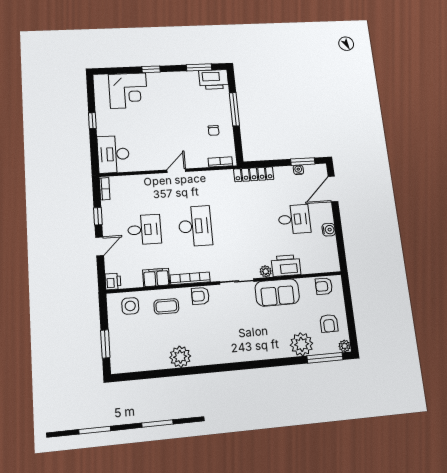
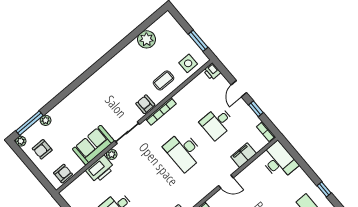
window: (92, 121) -> (324, 189), moved
door: (176, 171) -> (226, 182), hinge flipped
filing cabinet: (156, 277) -> (244, 155), moved, turned 180
armchair: (200, 296) -> (145, 104), turned -90
armchair: (329, 323) -> (42, 149), turned -90
window: (105, 344) -> (198, 41), moved
plant: (302, 344) -> (46, 120), width x0.53, depth x0.53
plant: (180, 357) -> (147, 39), moved

